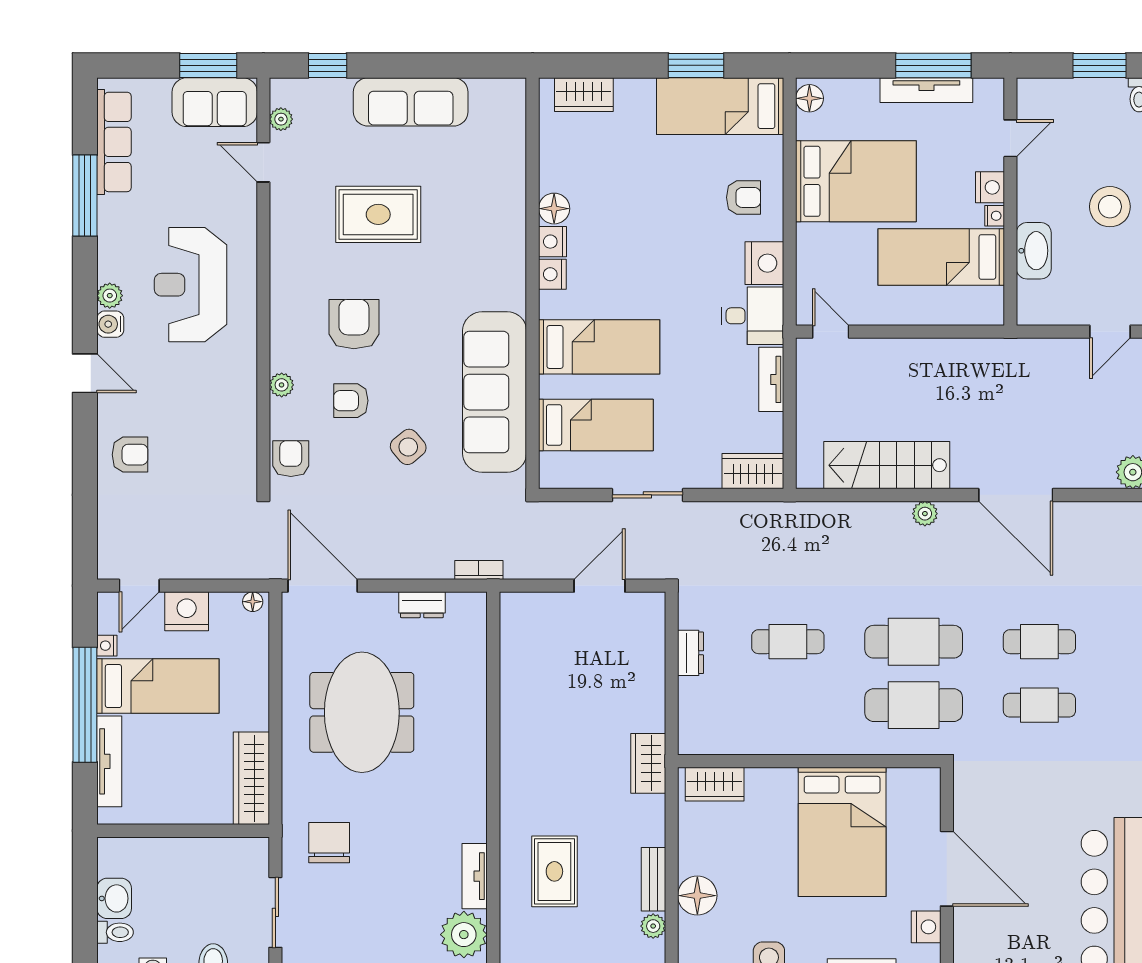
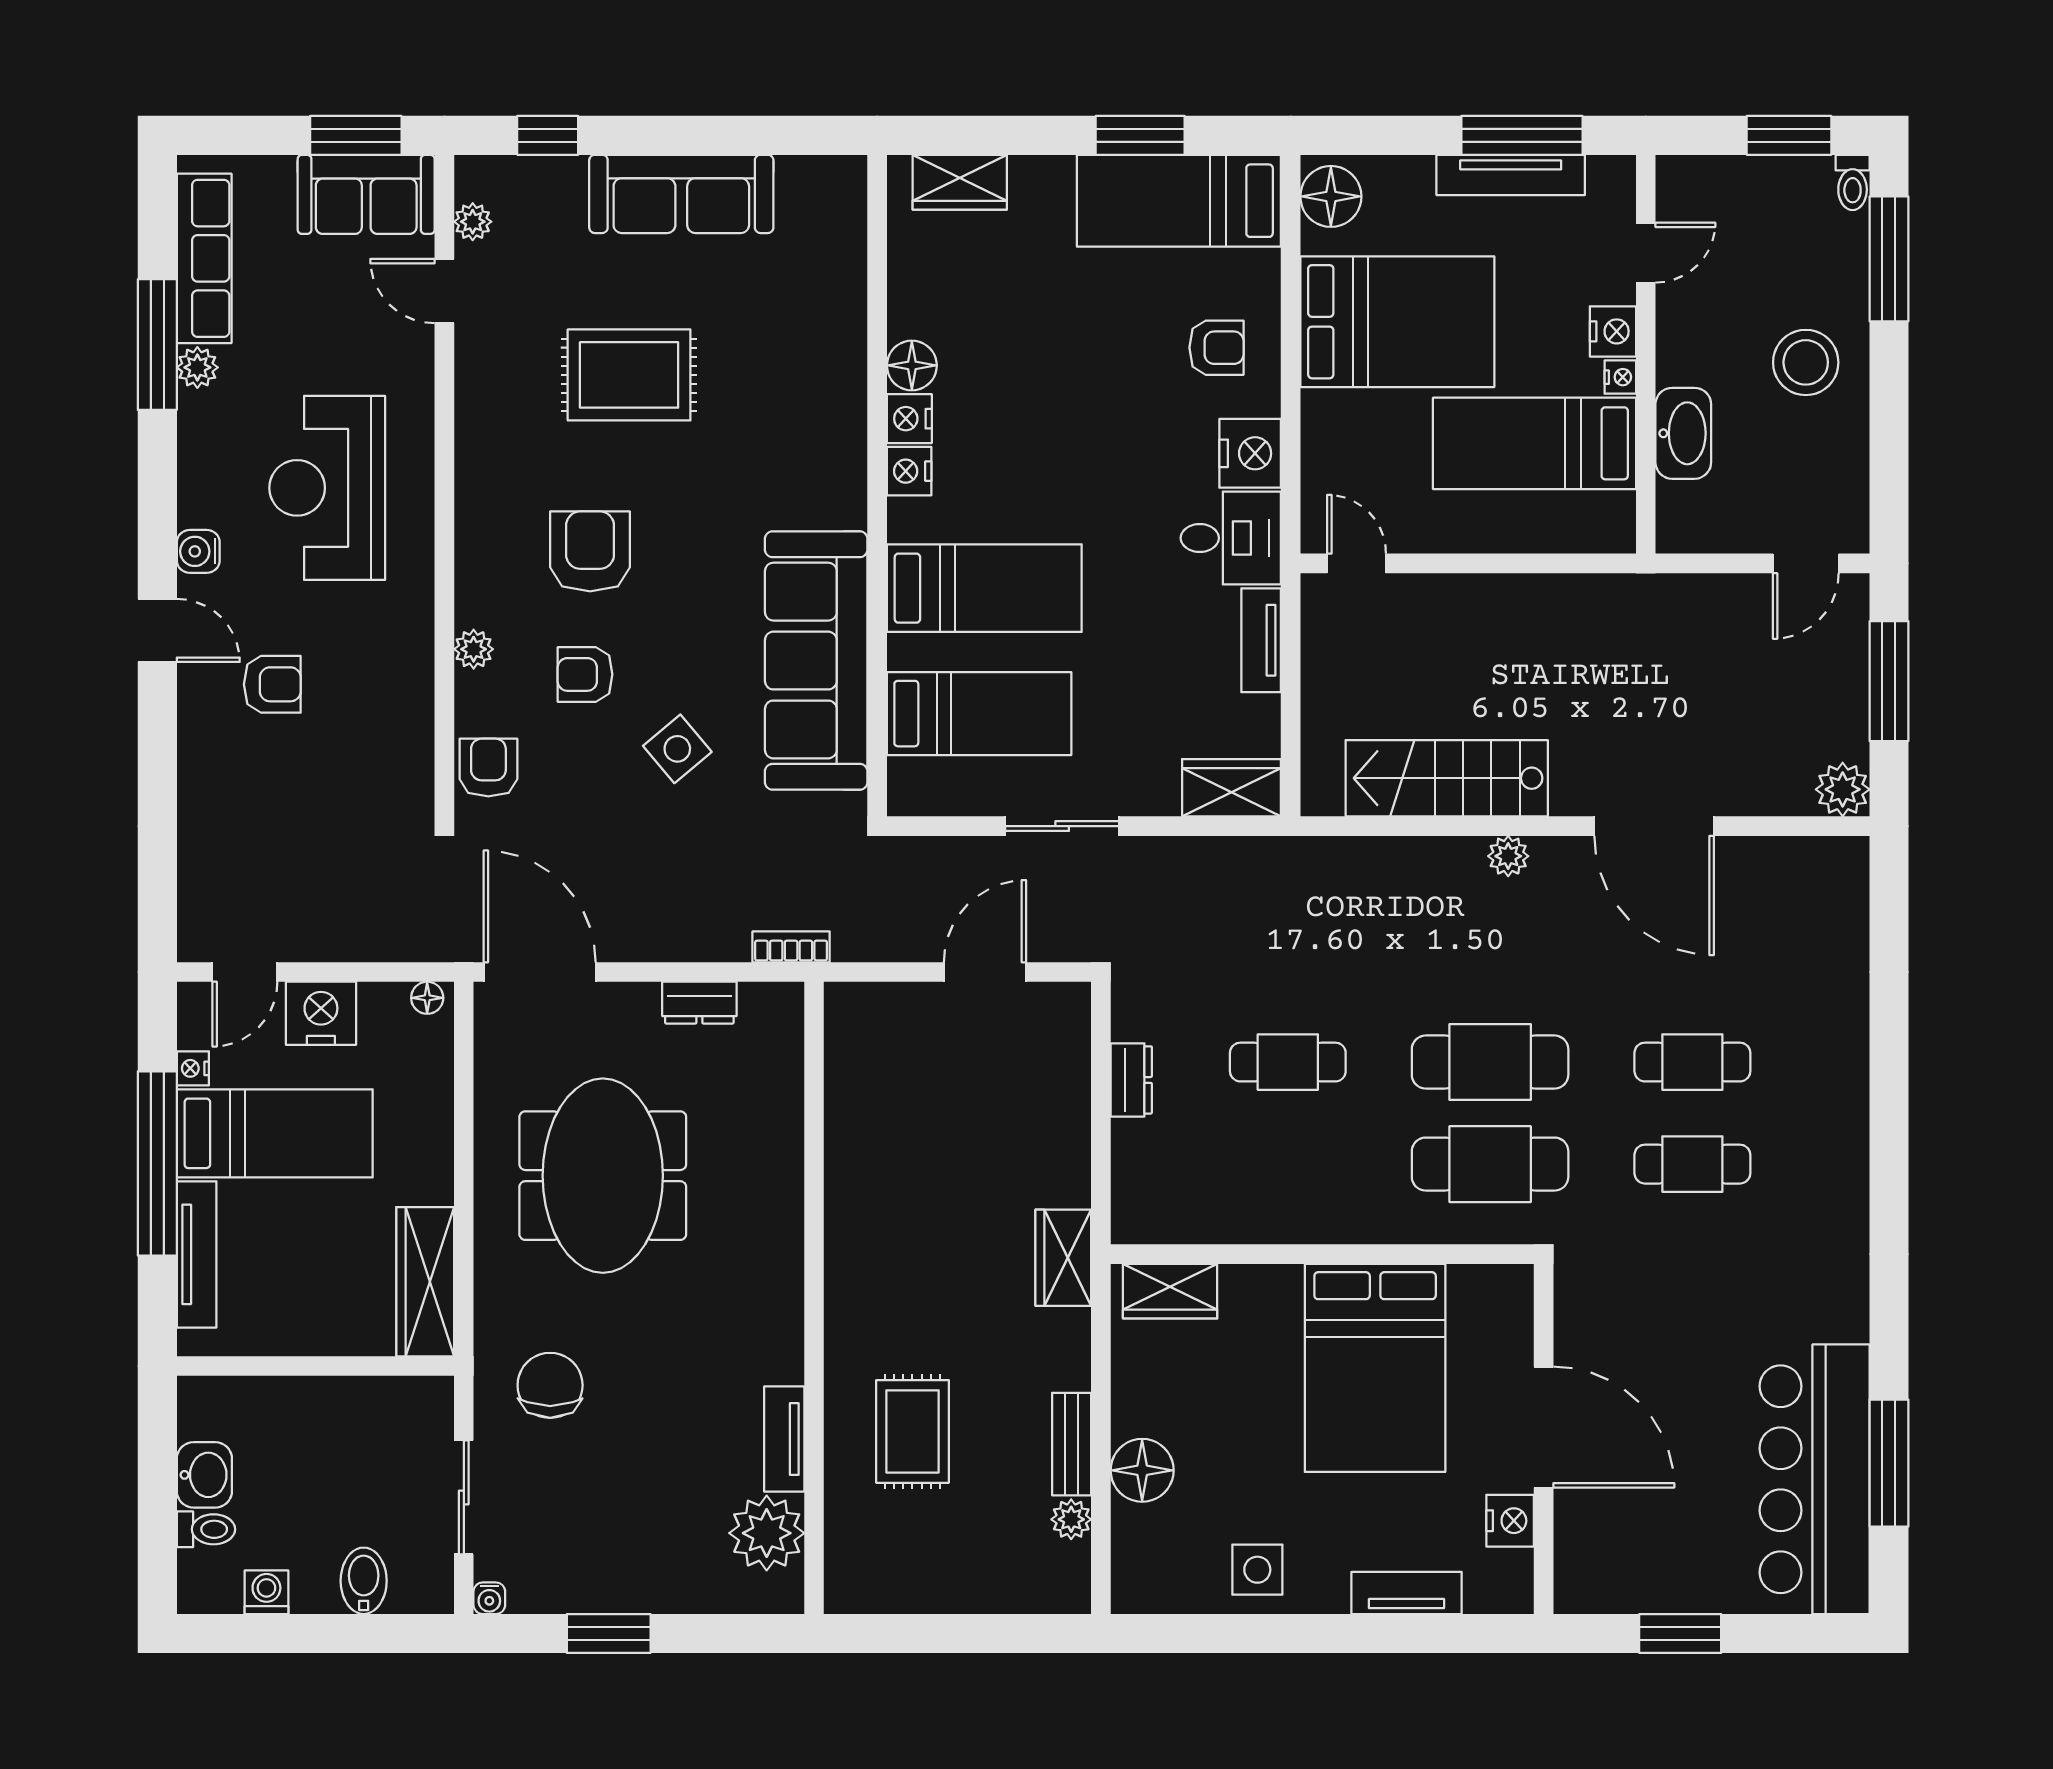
floor lamp: (809, 98) -> (1331, 196), width x1.38, depth x1.38
plant: (110, 296) -> (197, 367), moved
armchair: (130, 455) -> (272, 684), moved

